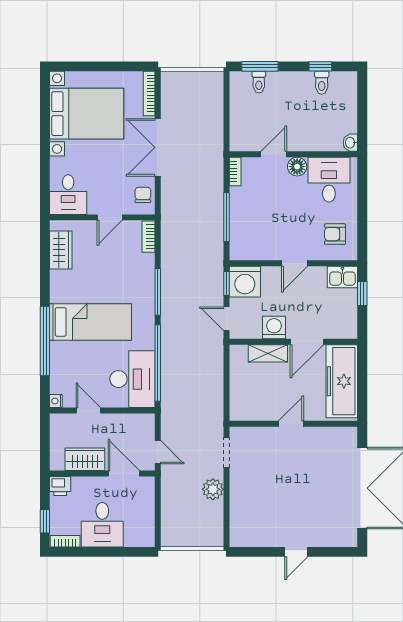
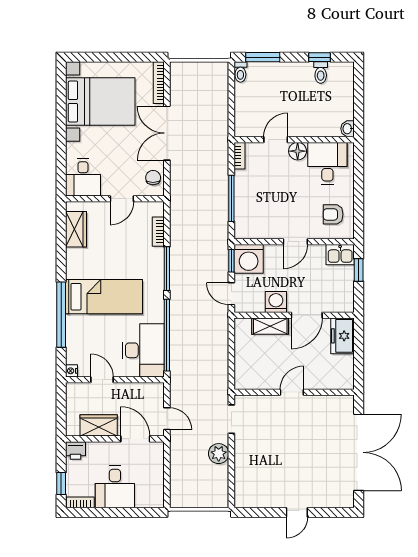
toilet: (259, 82) -> (240, 72), moved
bookcase: (149, 237) -> (158, 232), moved
freezer: (342, 381) -> (342, 336), width x0.52, depth x0.79

